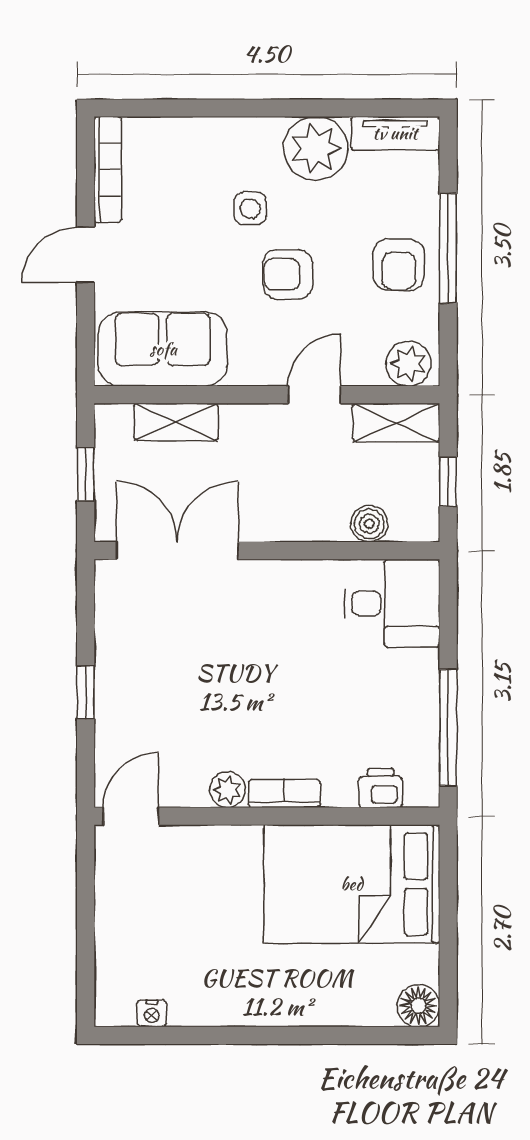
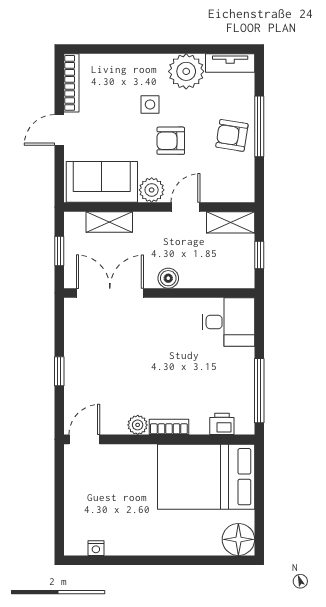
armchair: (399, 265) -> (232, 135), turned 99
plant: (409, 364) -> (152, 190), moved
boiler: (369, 524) -> (168, 278), moved
floor lamp: (418, 1006) -> (238, 539), width x1.38, depth x1.38

